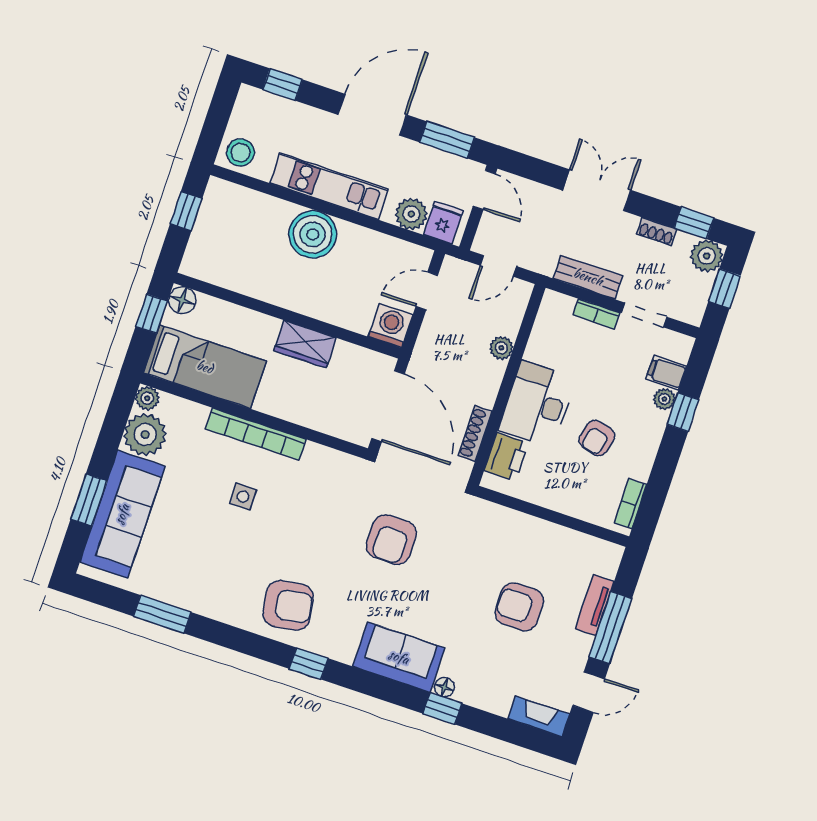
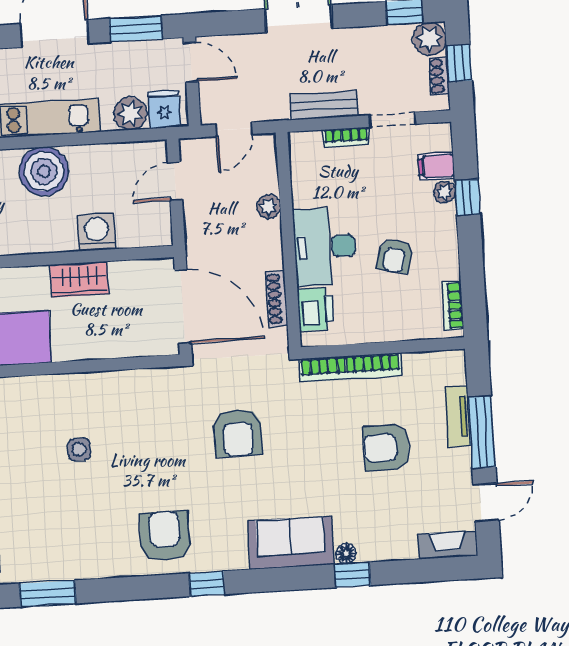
shoe rack: (657, 232) -> (439, 76), moved, turned 90
washing machine: (391, 326) -> (96, 232), moved
bookcase: (256, 434) -> (350, 367), moved
armchair: (288, 605) -> (165, 536), turned -81

